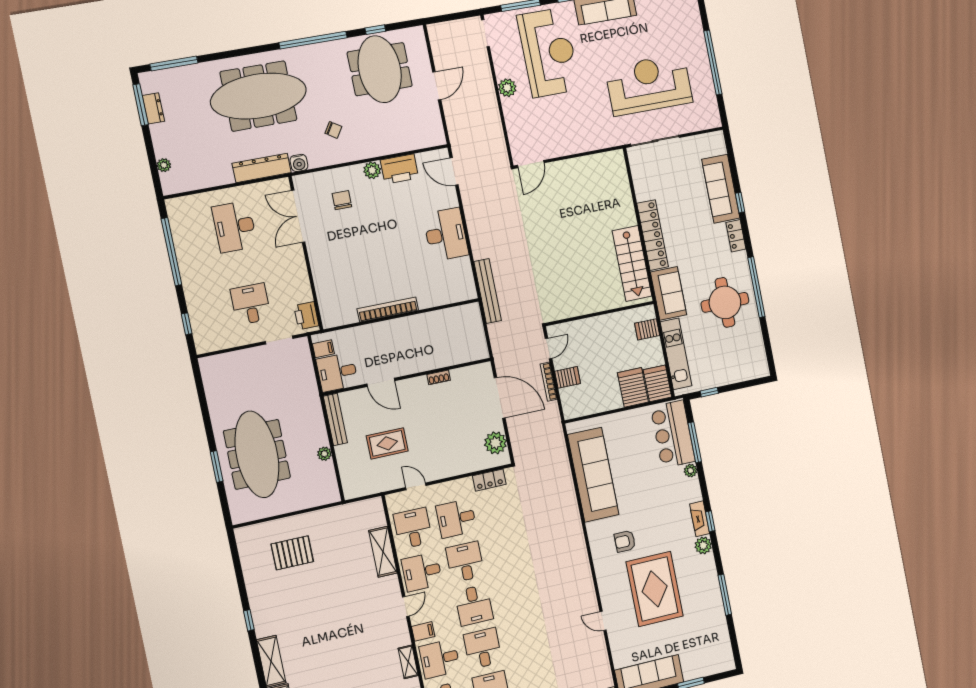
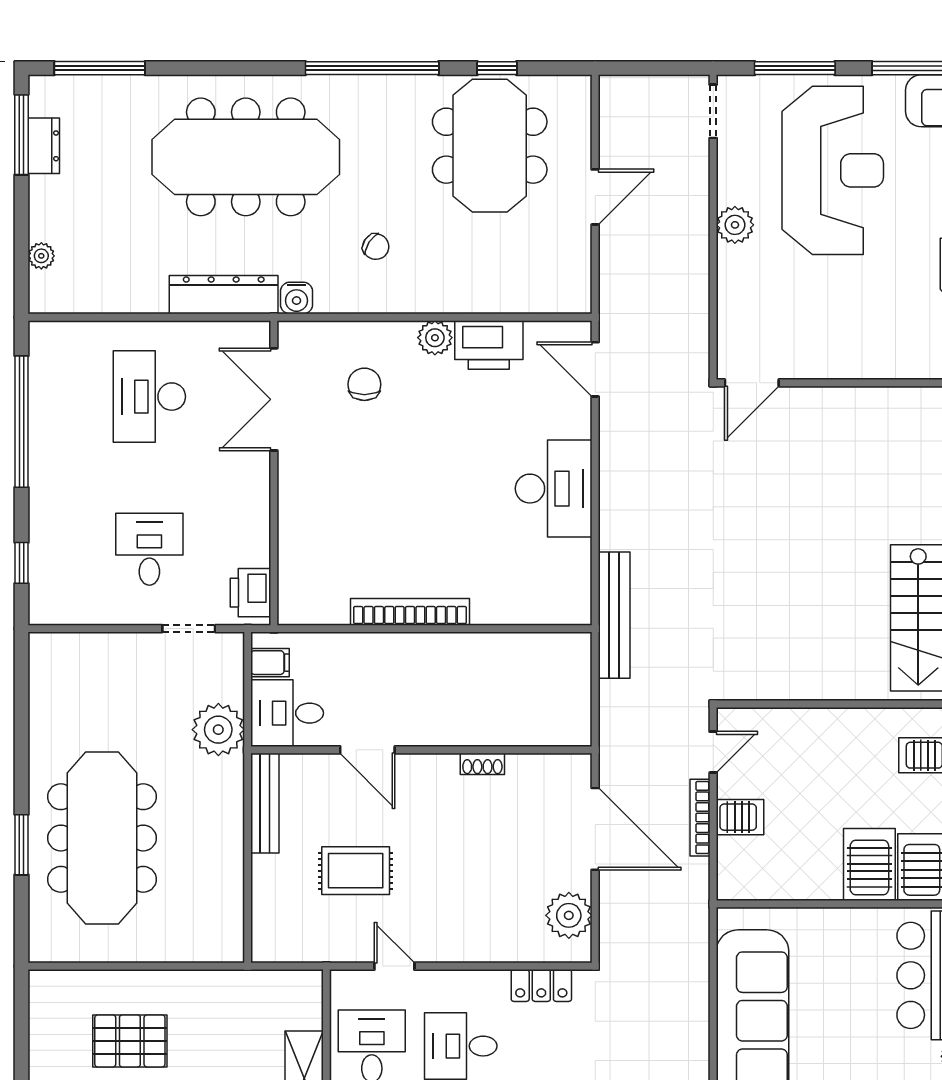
plant: (324, 454) -> (218, 730), moved, width x1.88, depth x1.88

